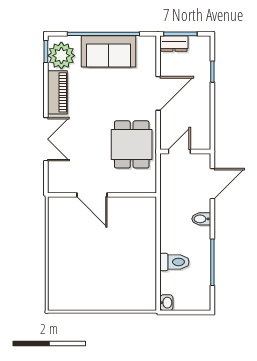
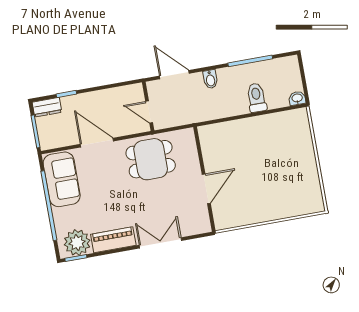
dresser: (174, 44) -> (47, 107), moved, turned 90
sofa: (108, 51) -> (62, 179), moved

